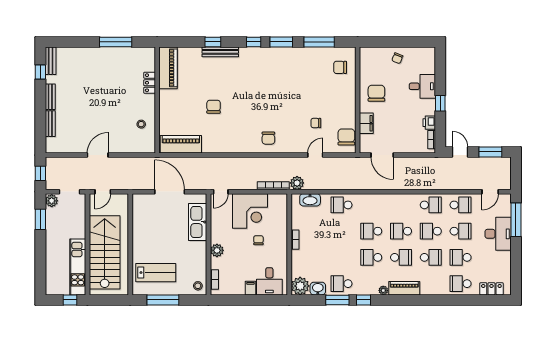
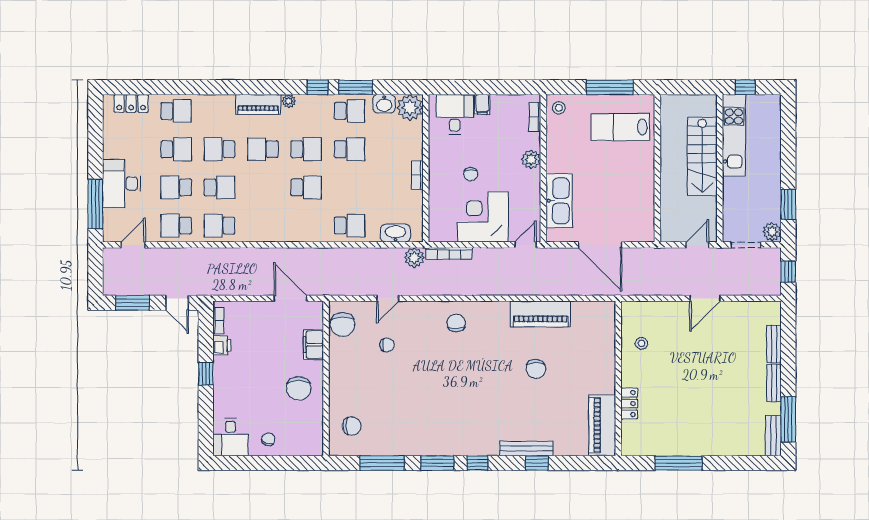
window: (40, 72) -> (788, 419), width x2.17
desk: (422, 86) -> (230, 437), moved, turned -90
piano: (181, 144) -> (540, 314), moved
school desk: (401, 231) -> (350, 149), moved
stairs: (105, 252) -> (702, 156), width x0.73, depth x0.66

